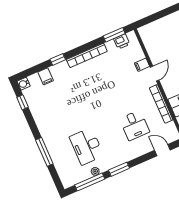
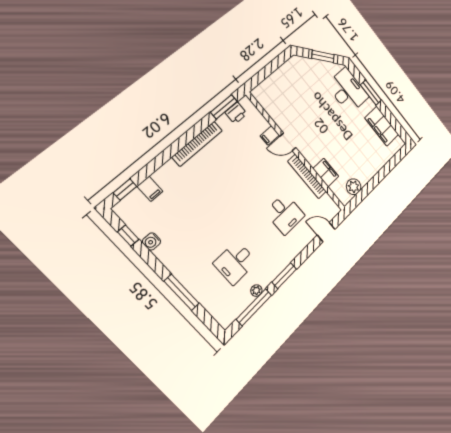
window: (58, 59) -> (125, 189), moved
door: (155, 74) -> (288, 142), swing flipped
water cooler: (24, 84) -> (152, 241), moved
desk: (87, 146) -> (235, 263), width x0.73

